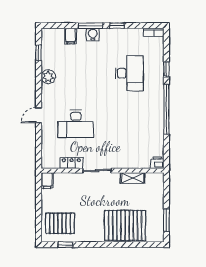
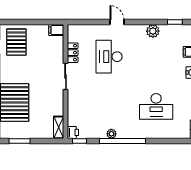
window: (166, 69) -> (79, 141), moved
plant: (159, 121) -> (111, 134), added
shelving: (133, 178) -> (59, 127), moved

